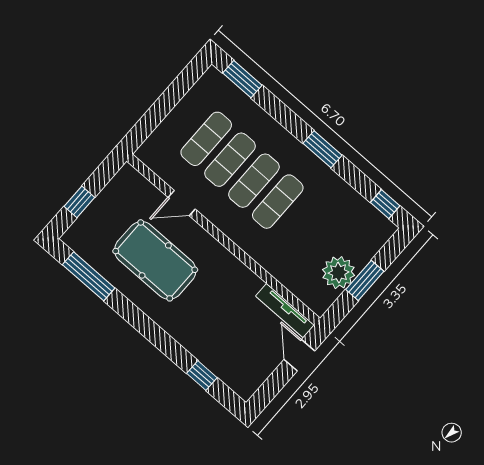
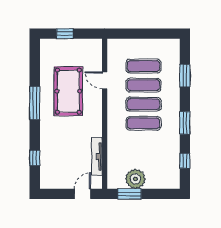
window: (242, 79) -> (185, 76), moved
window: (385, 204) -> (185, 161), moved
window: (89, 276) -> (35, 103), moved
window: (365, 280) -> (129, 194), moved
tv unit: (285, 311) -> (97, 156), moved

